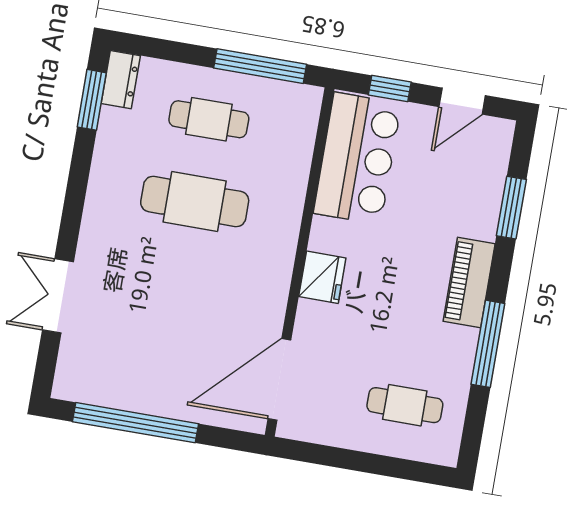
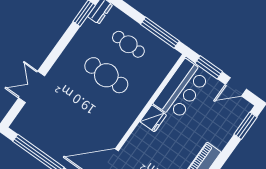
window: (390, 89) -> (209, 67), width x1.50
window: (511, 208) -> (245, 126), moved
fridge: (322, 277) -> (153, 118), moved

